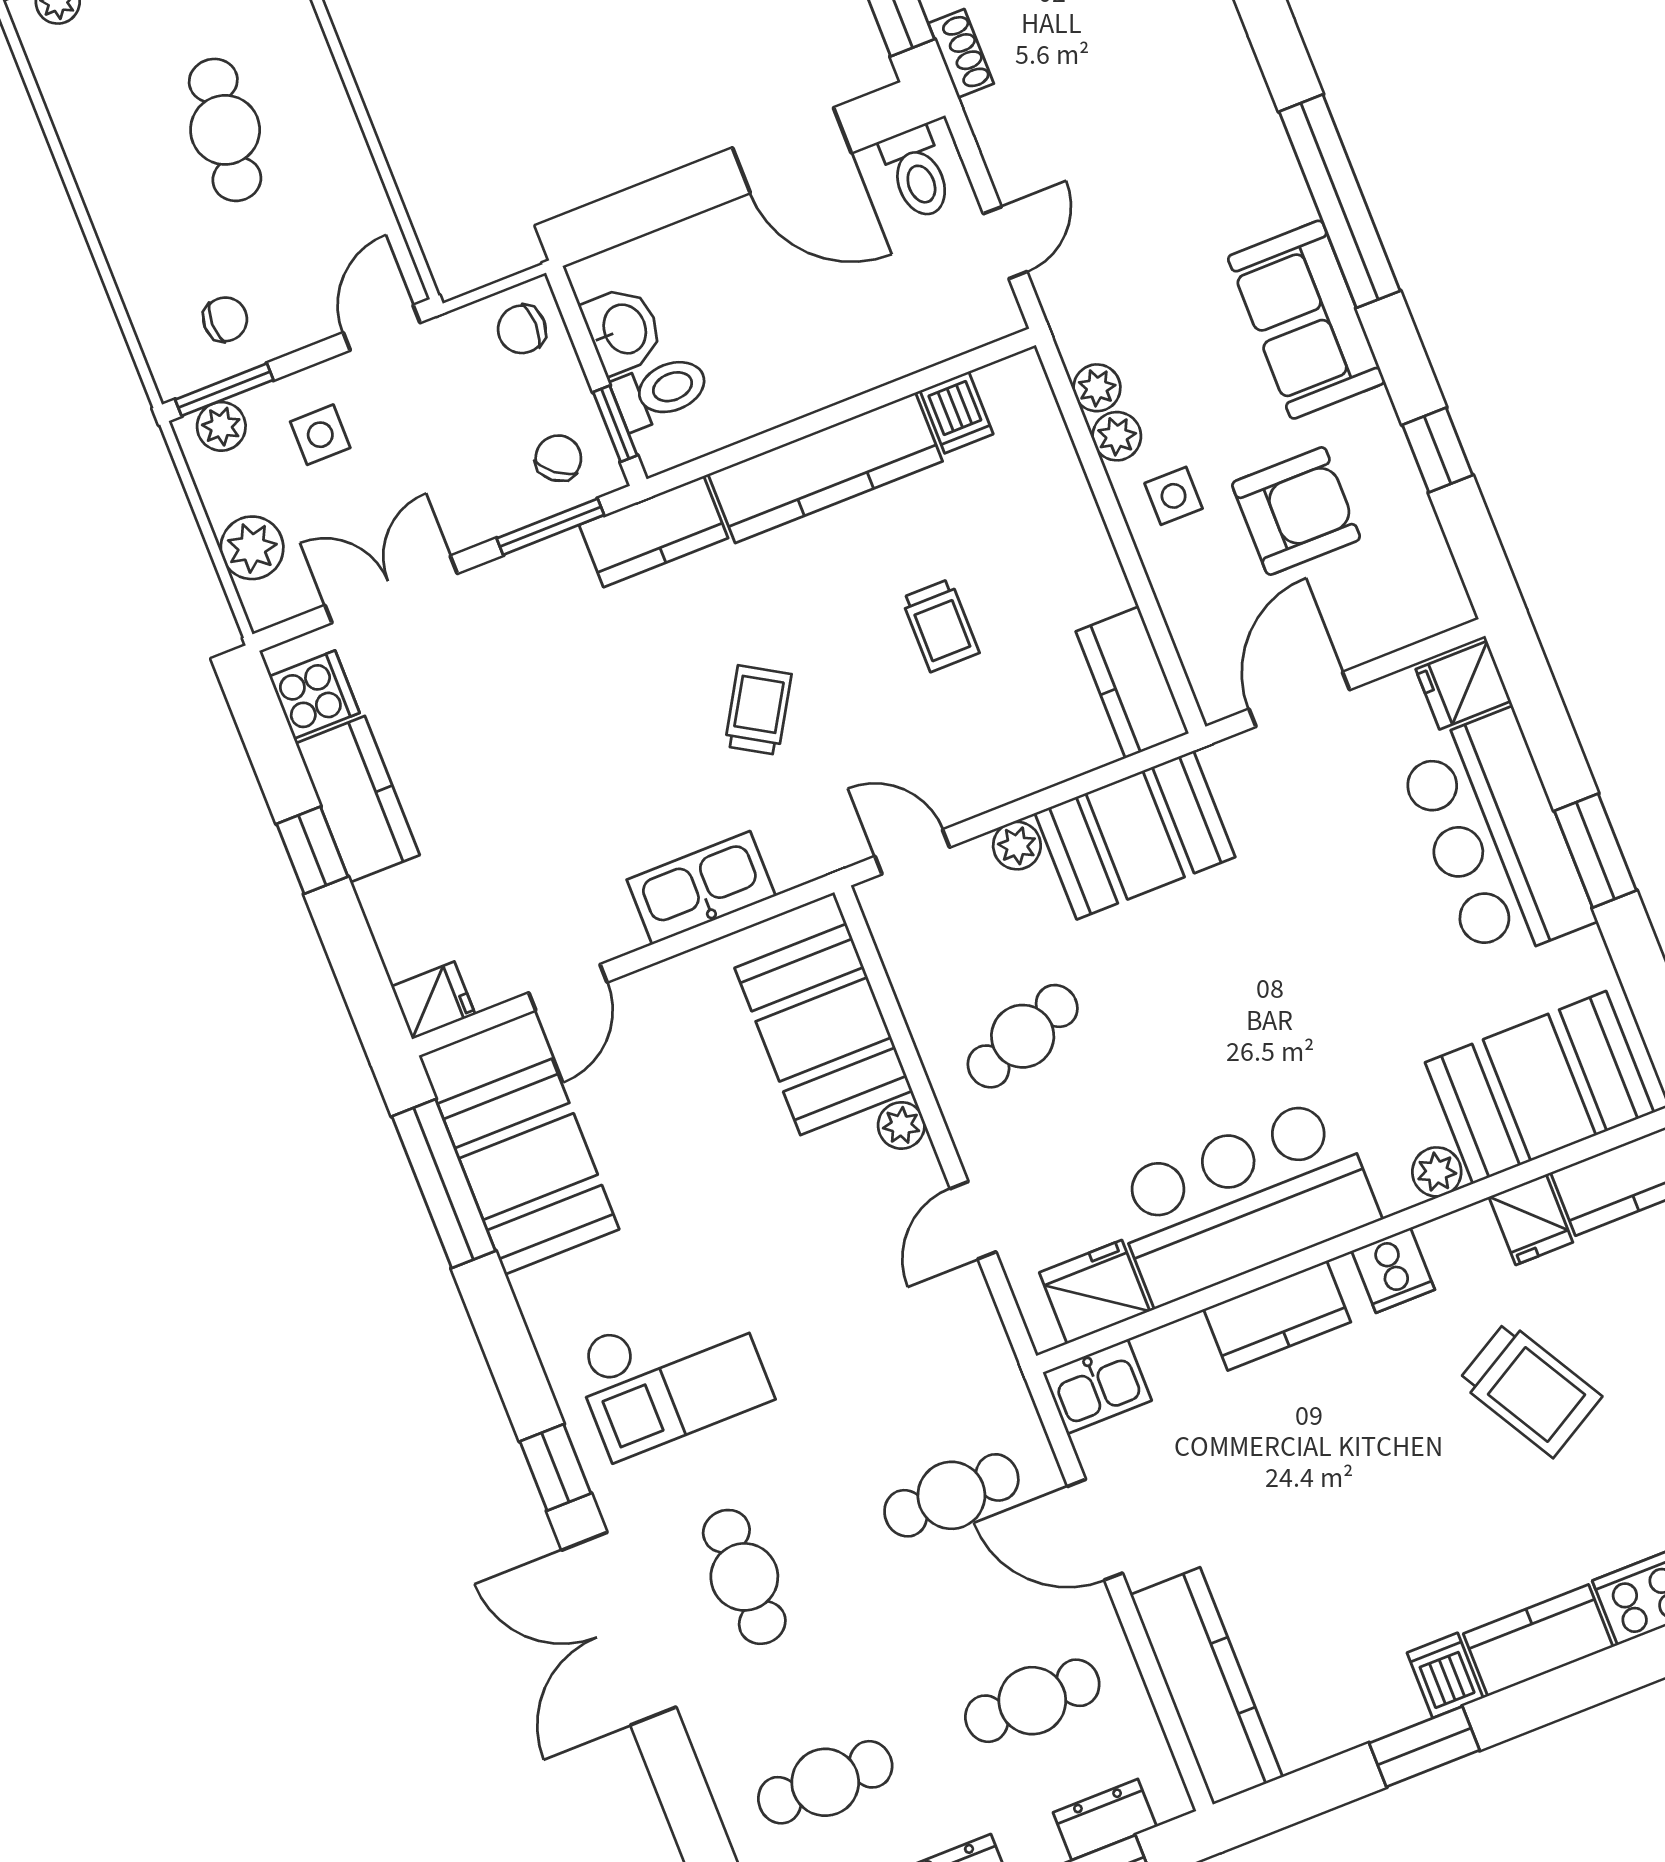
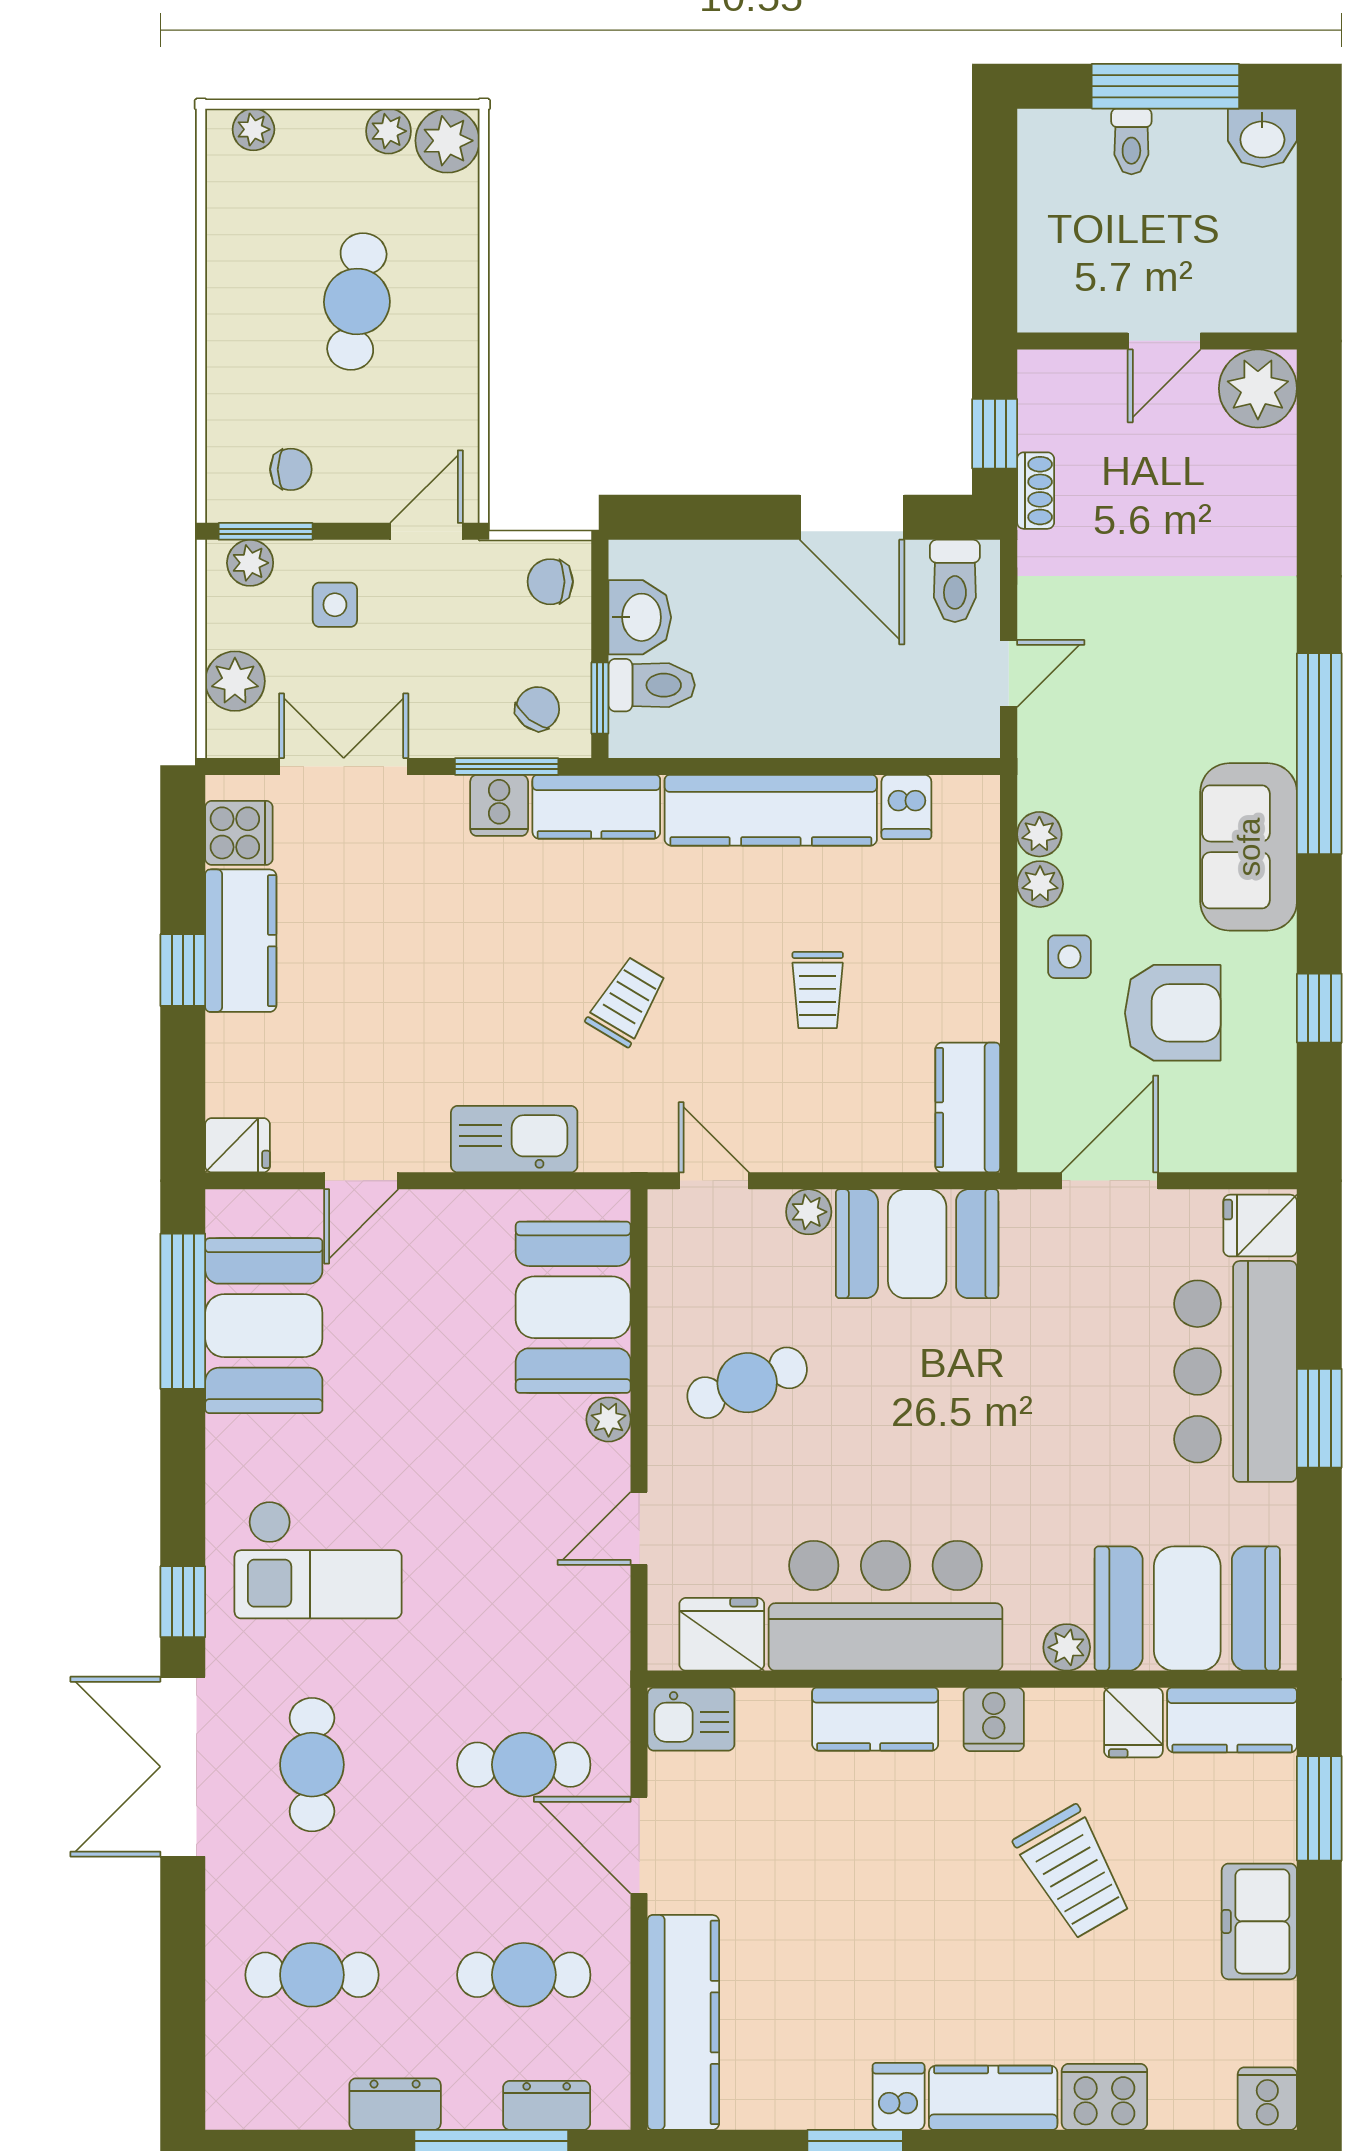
cooker: (558, 568) -> (499, 805), added

